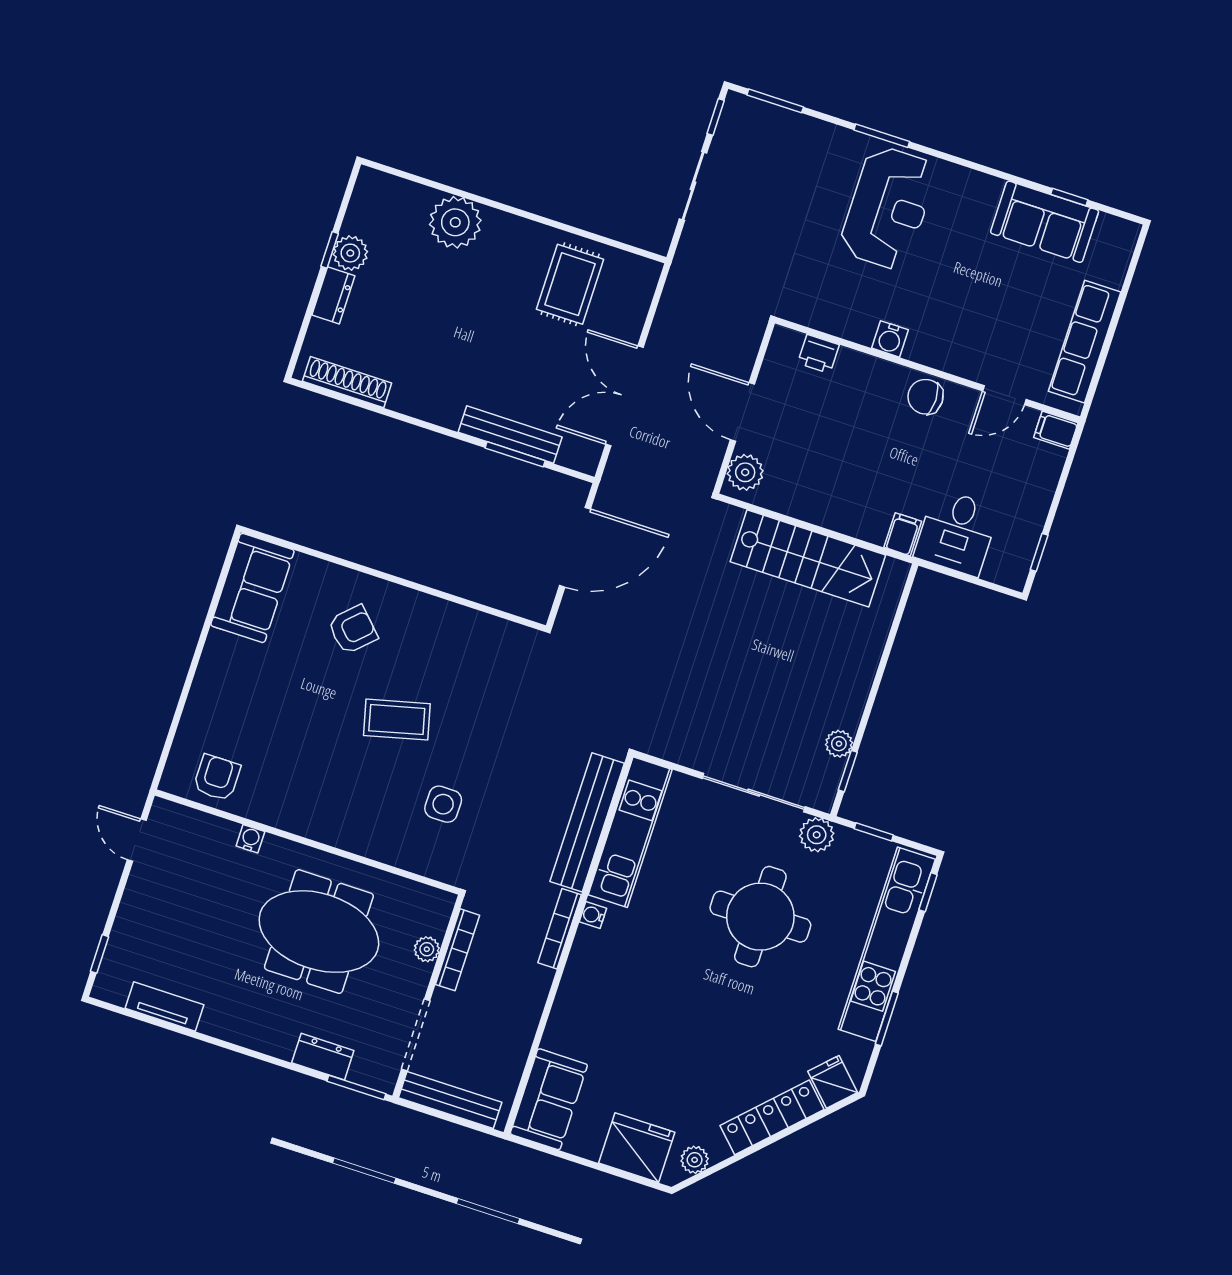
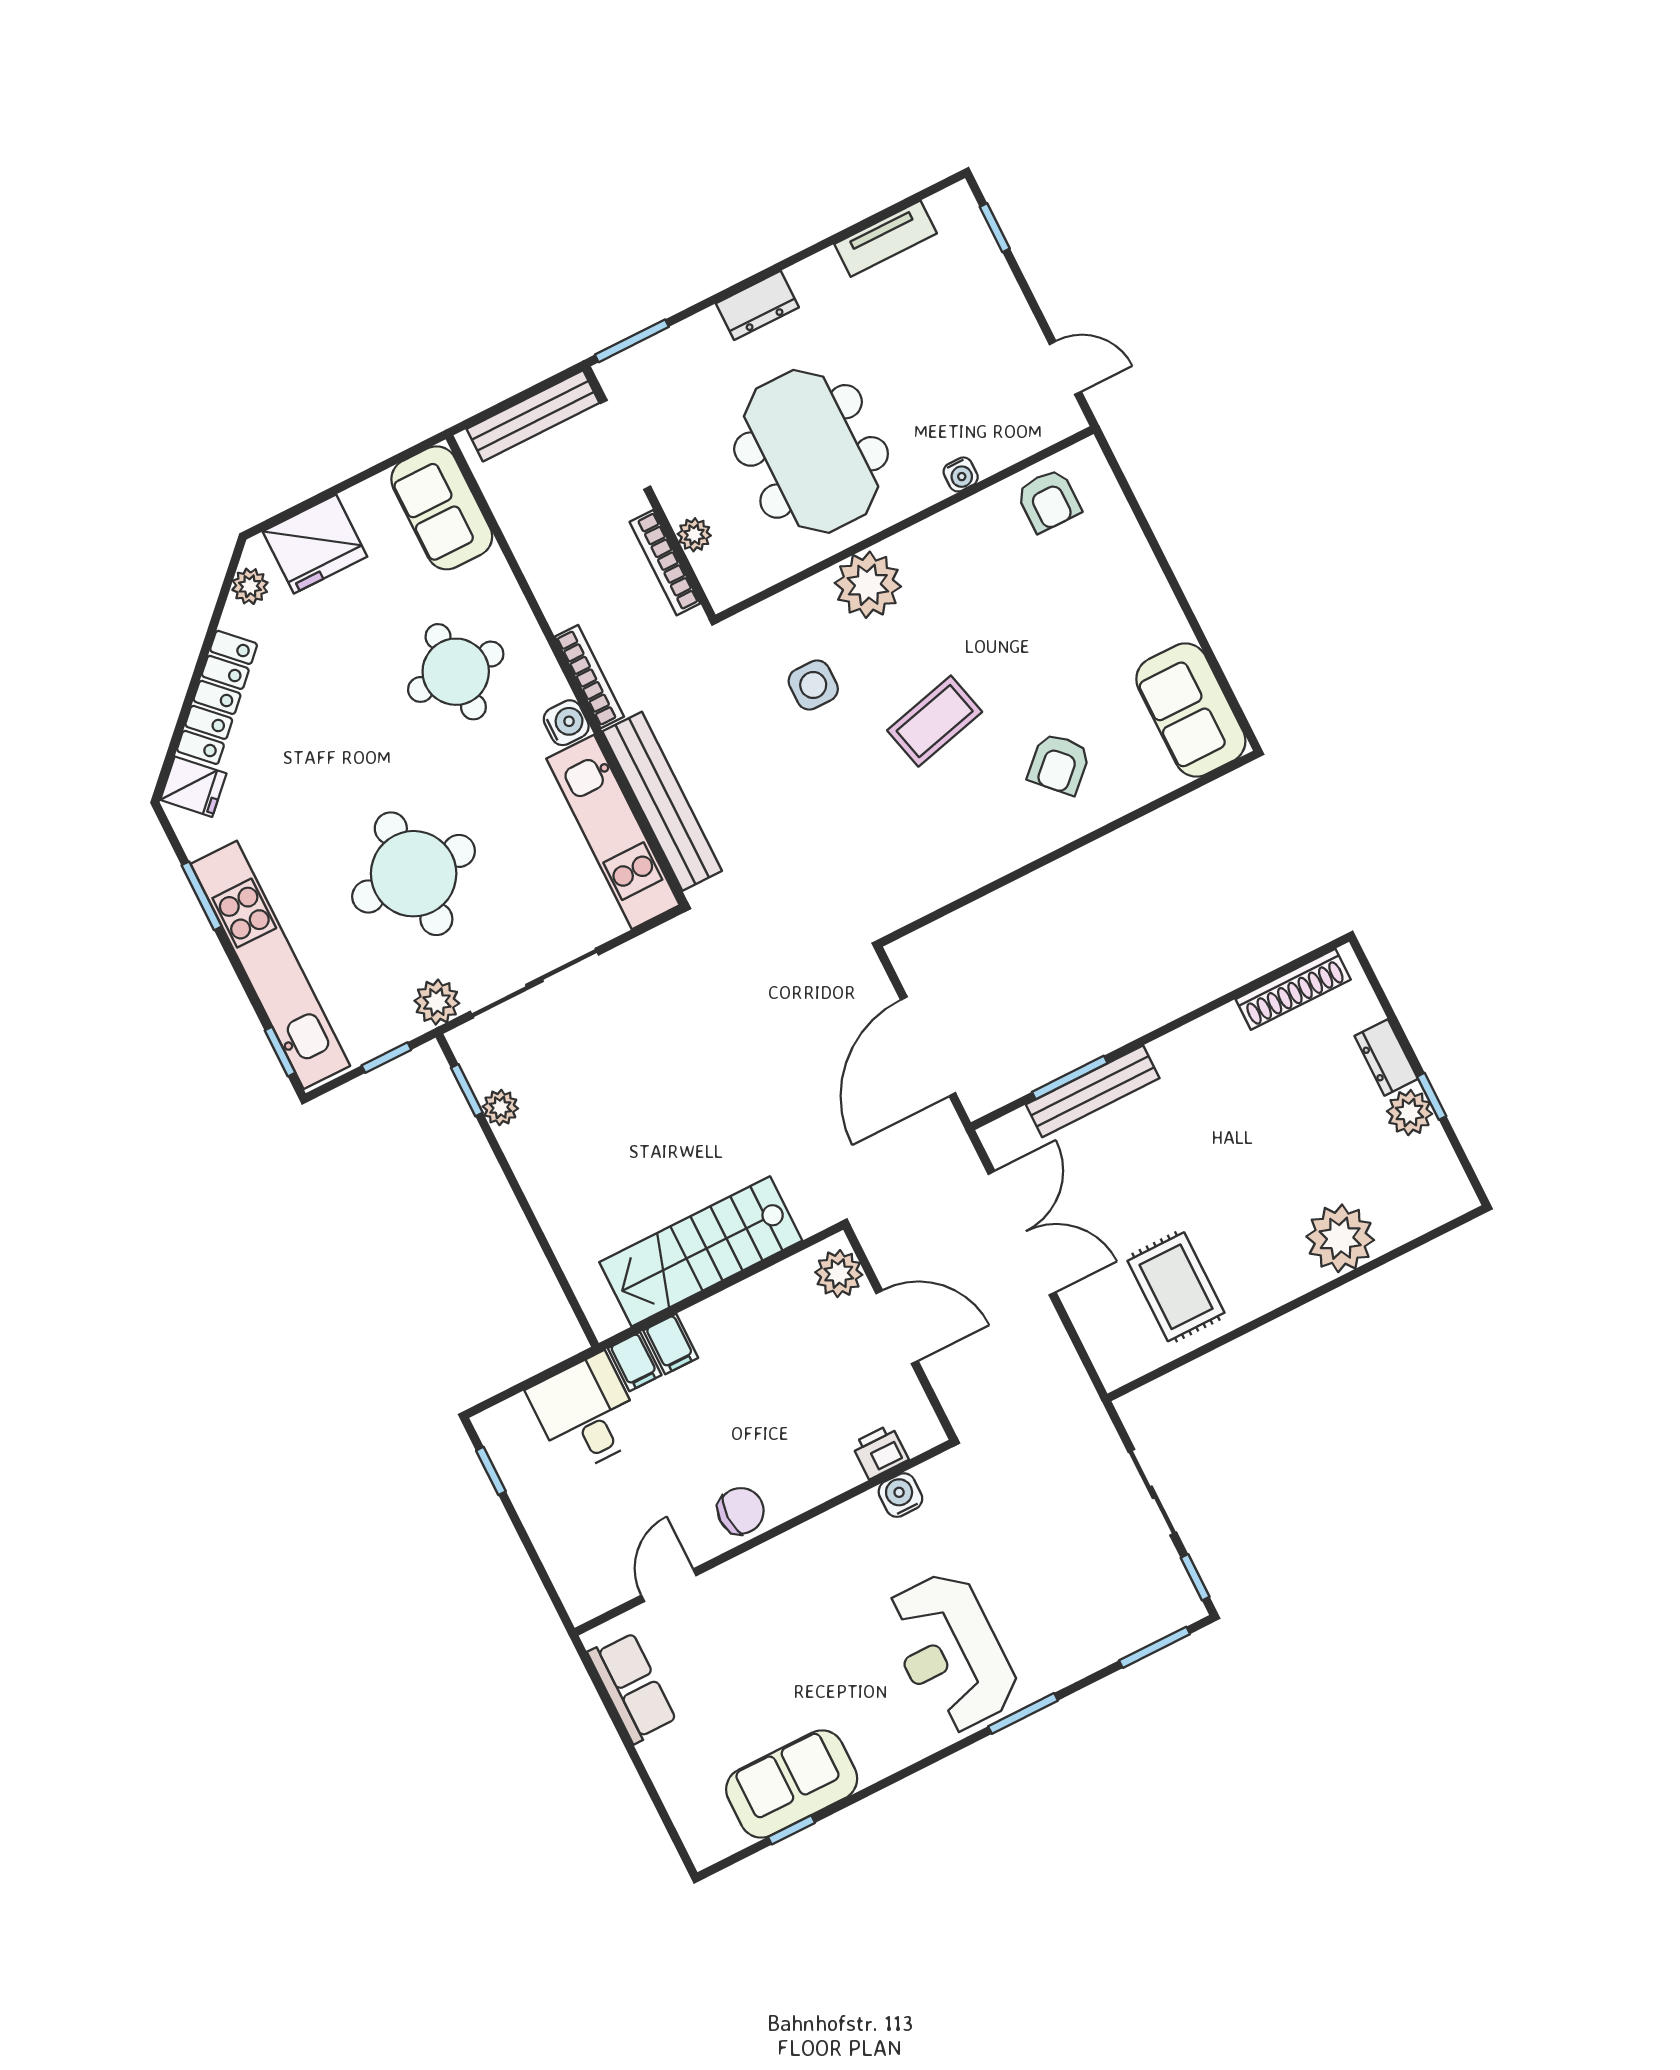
water cooler: (890, 339) -> (900, 1495), moved
row of seats: (1085, 342) -> (632, 1687), width x0.68
filing cabinet: (1056, 430) -> (671, 1344), moved, turned 90
plant: (360, 829) -> (868, 585), added
water cooler: (593, 915) -> (566, 723), width x1.38, depth x1.38
meeting table: (319, 932) -> (811, 451), turned 90
round table: (629, 1003) -> (456, 672), added
dresser: (323, 1057) -> (757, 305), moved

